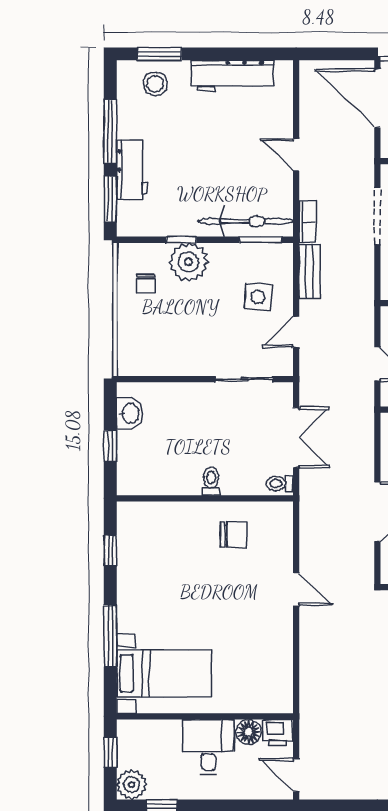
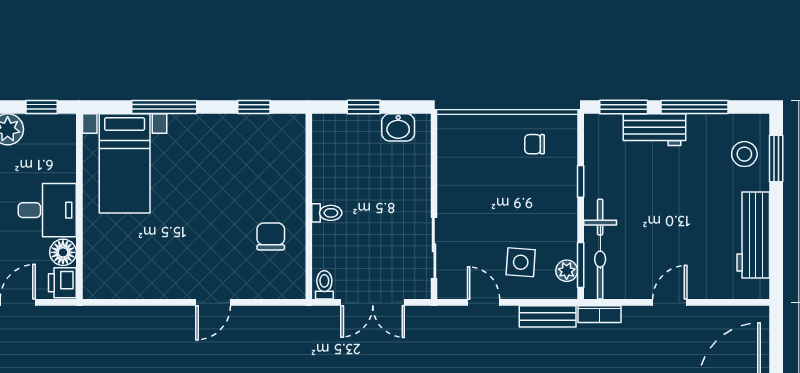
plant: (189, 262) -> (567, 271), moved, width x0.53, depth x0.53
chair: (233, 534) -> (271, 236), turned 180

